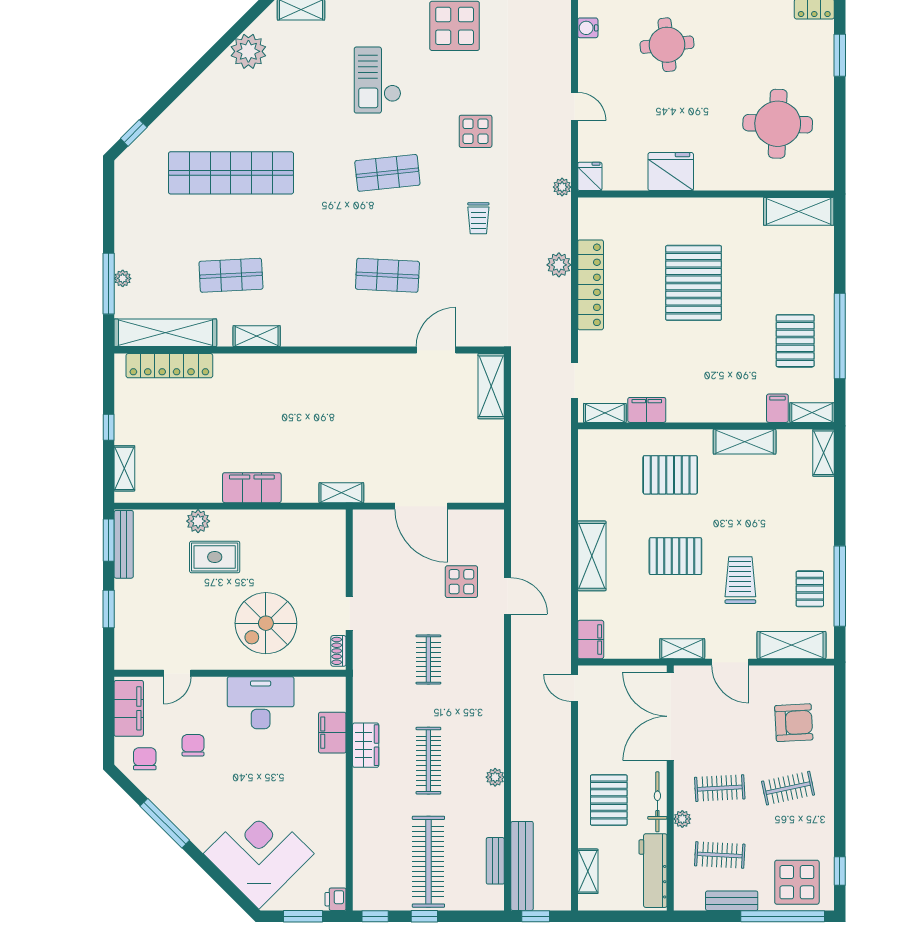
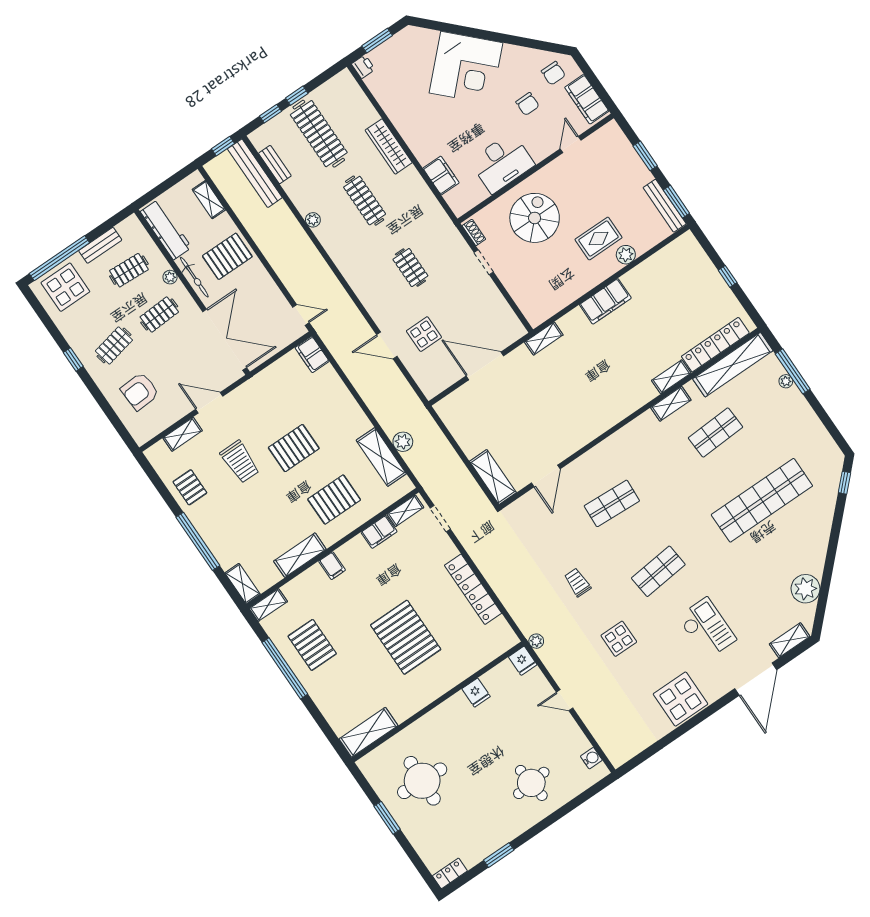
window: (840, 55) -> (387, 818), moved
fridge: (671, 172) -> (476, 693), width x0.53, depth x0.75
plant: (559, 265) -> (403, 442), moved
filing cabinet: (777, 408) -> (332, 566), moved
shelving: (124, 468) -> (671, 377), moved, turned 90
shelving: (592, 556) -> (381, 457), moved
window: (840, 586) -> (198, 541), moved
shelving: (791, 645) -> (183, 434), width x0.67, depth x0.75
shelving: (682, 649) -> (247, 390), removed
wardrobe: (366, 745) -> (389, 146), moved, width x1.50
pallet: (609, 800) -> (227, 256), turned 90
window: (165, 823) -> (511, 40), removed
corner desk: (259, 854) -> (466, 68), moved
window: (840, 871) -> (73, 359), moved
window: (375, 916) -> (270, 114), moved

